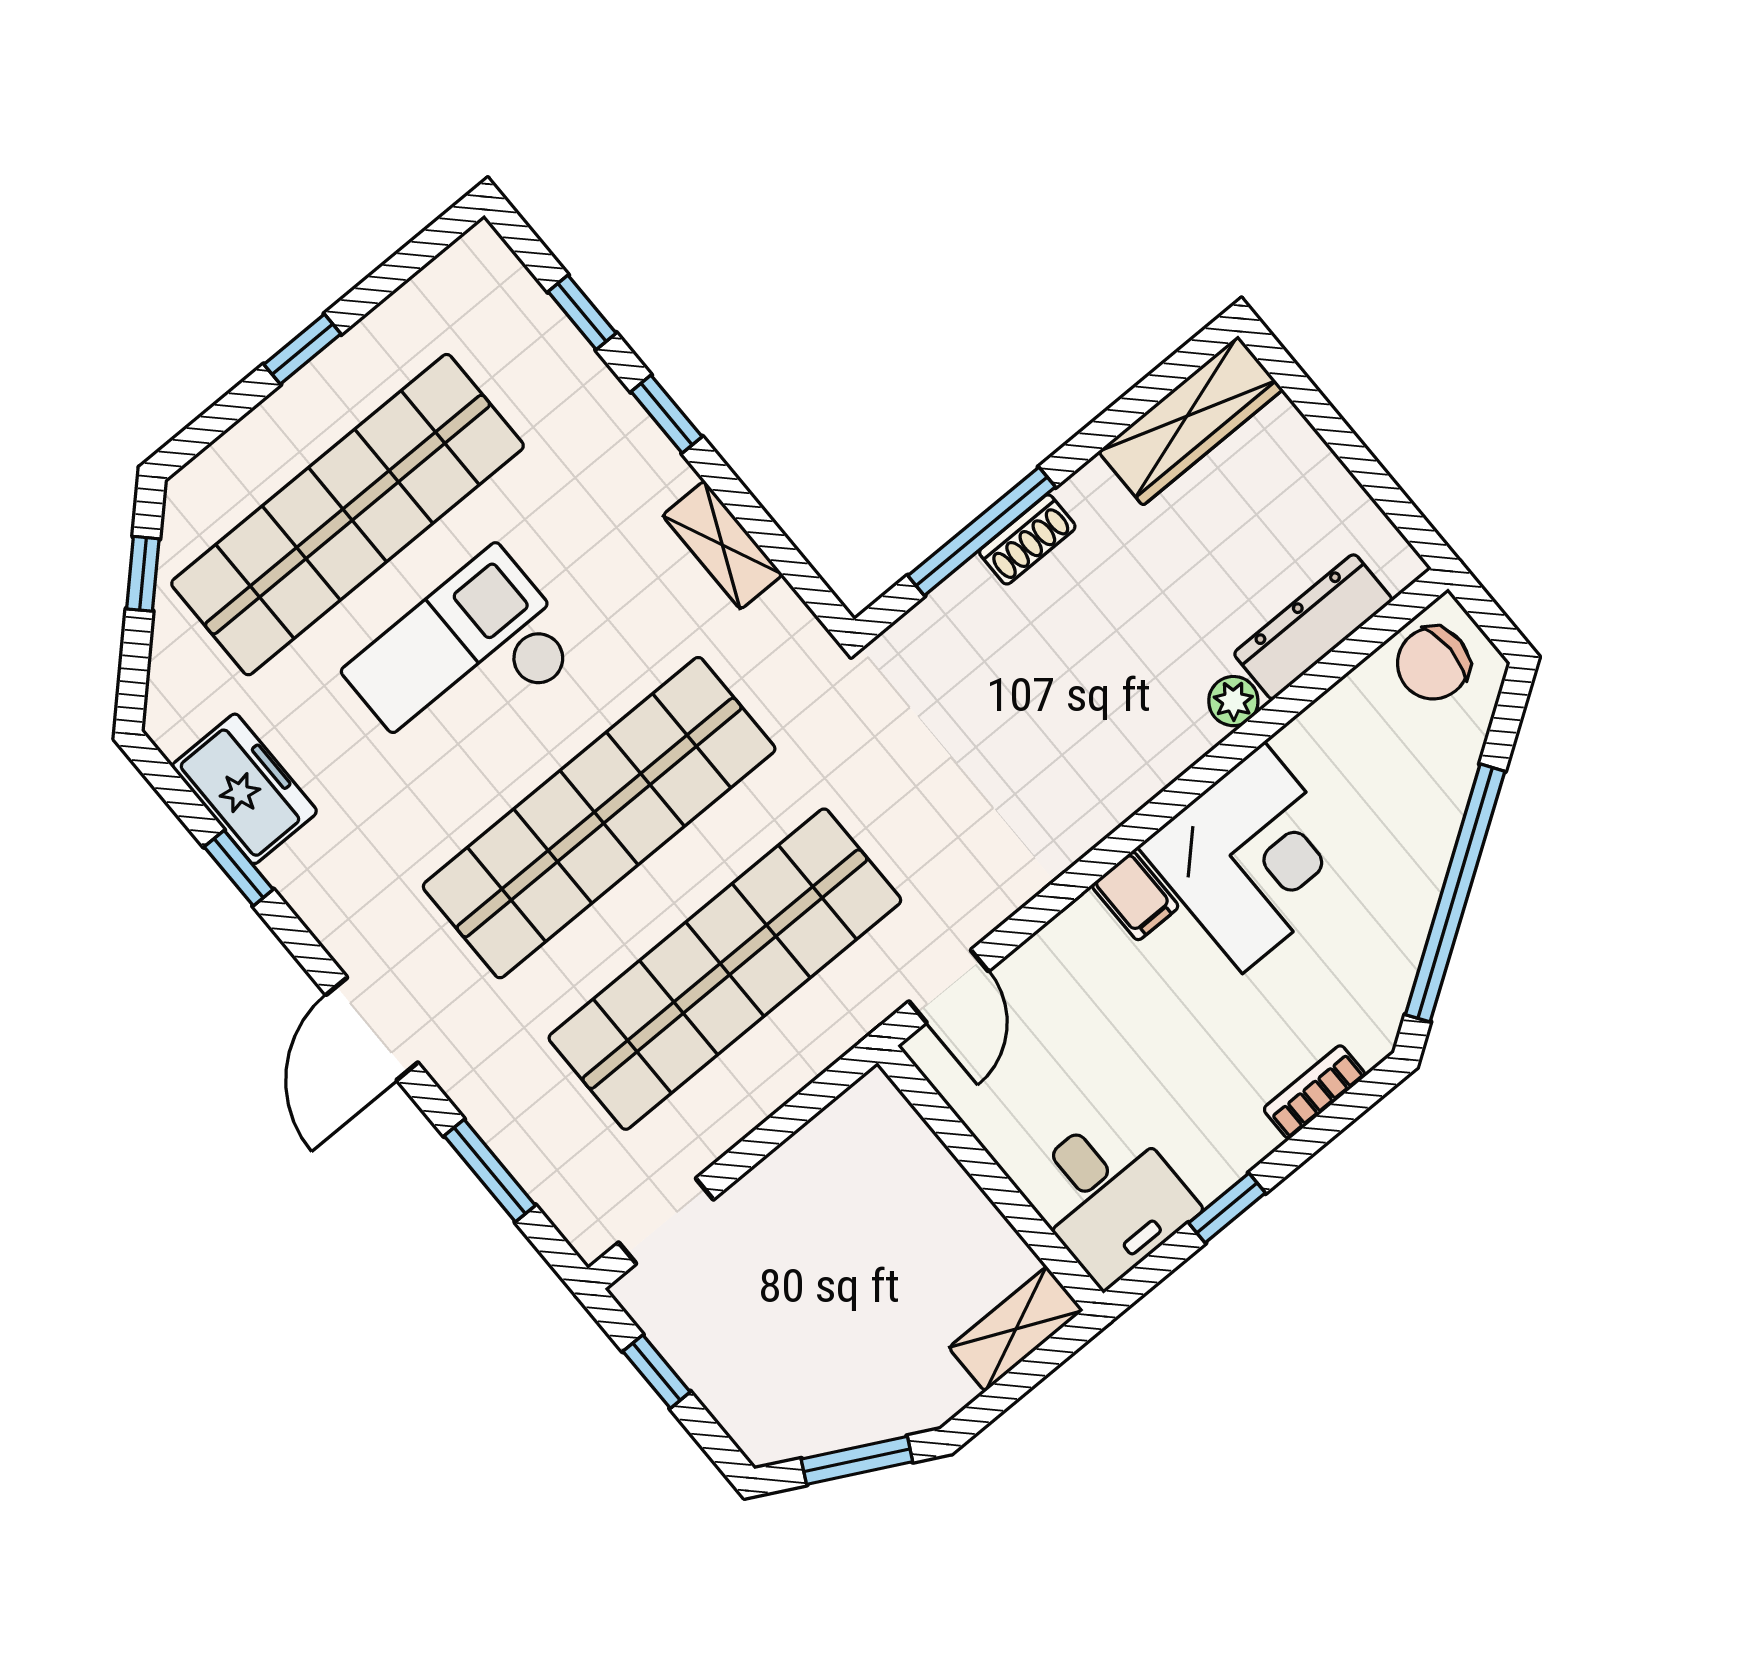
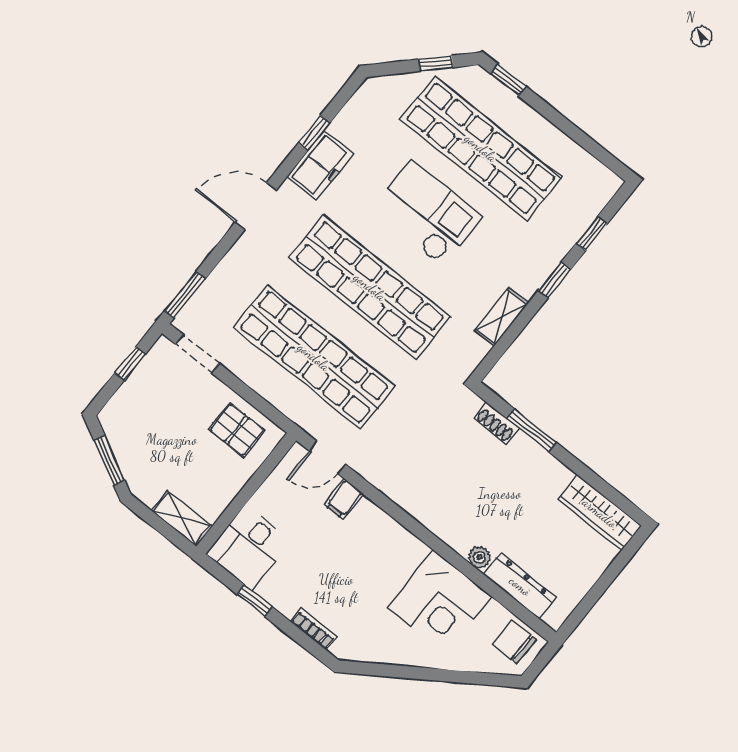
window: (302, 349) -> (508, 80), moved
window: (982, 531) -> (531, 430), width x0.69
shoe rack: (1027, 539) -> (497, 423), moved
freezer: (244, 789) -> (320, 165), moved
corner desk: (1253, 858) -> (439, 602), moved
window: (1455, 893) -> (415, 673), removed
filing cabinet: (1135, 896) -> (344, 499), moved
pallet: (848, 1170) -> (237, 430), added
window: (490, 1171) -> (185, 295), moved

